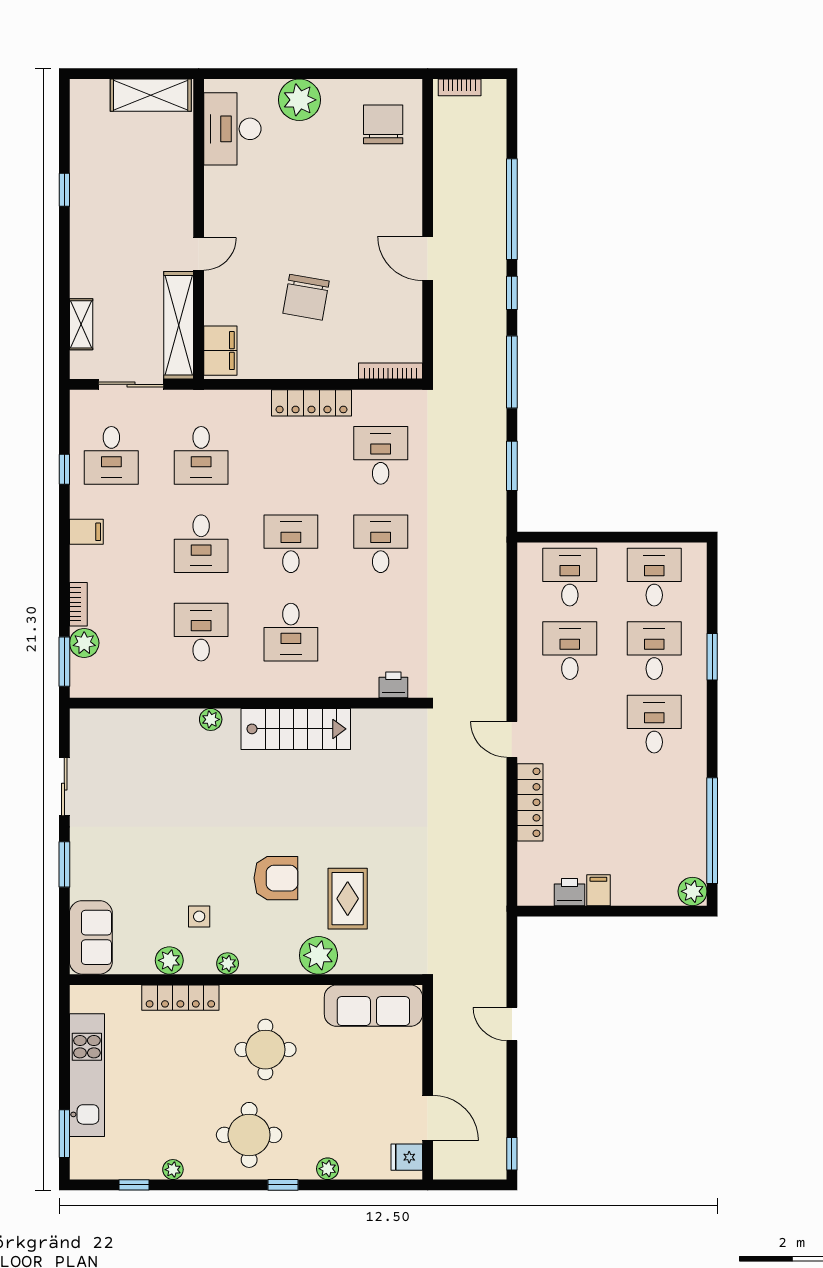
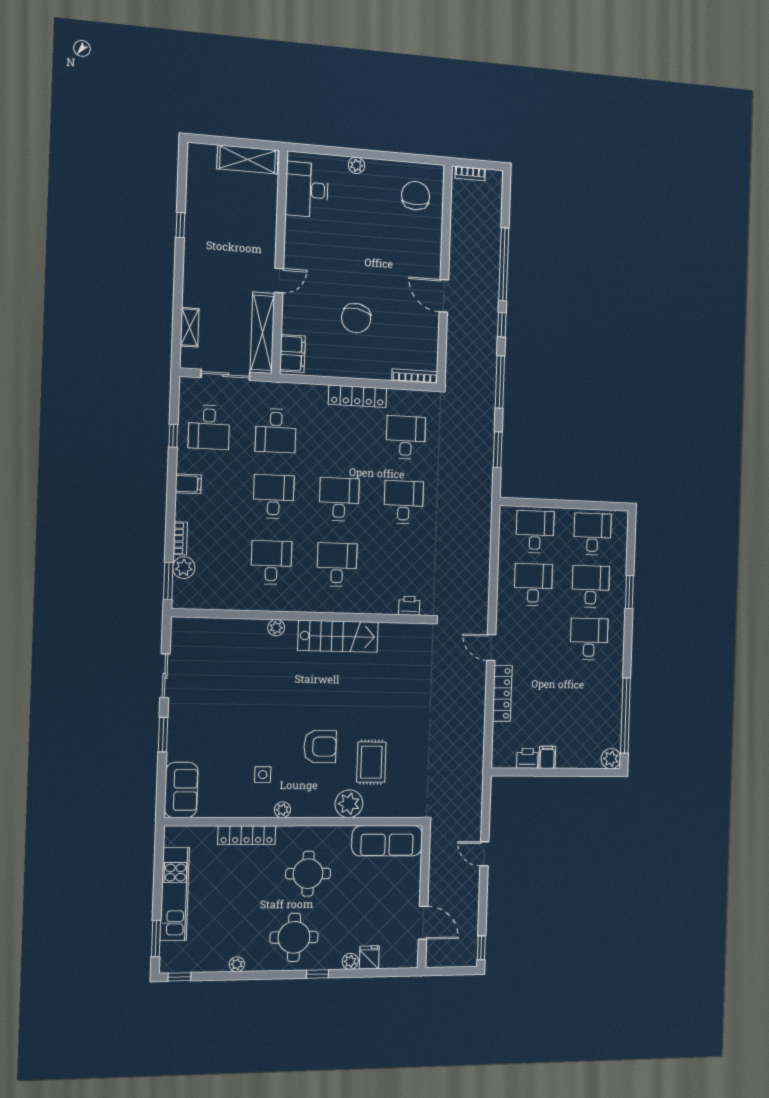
plant: (299, 100) -> (356, 165), width x0.53, depth x0.53
desk: (201, 544) -> (274, 496), turned 180
desk: (291, 632) -> (337, 565), turned 180
plant: (169, 960) -> (239, 807), removed
fridge: (407, 1157) -> (369, 957), moved, turned 90
window: (134, 1185) -> (179, 977), moved

